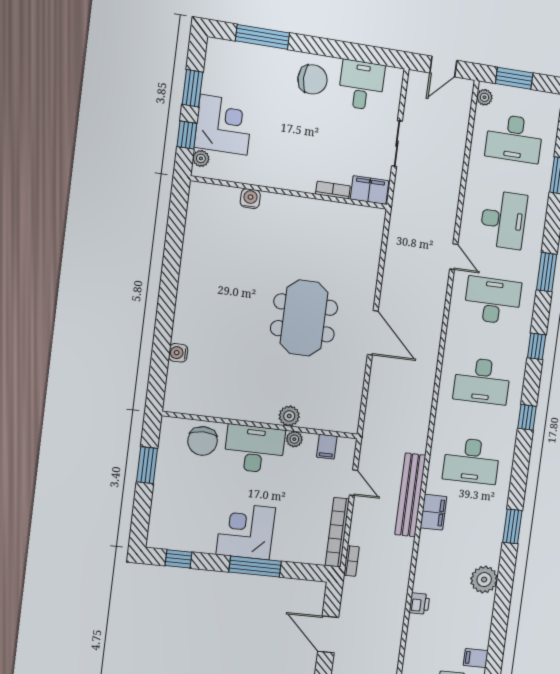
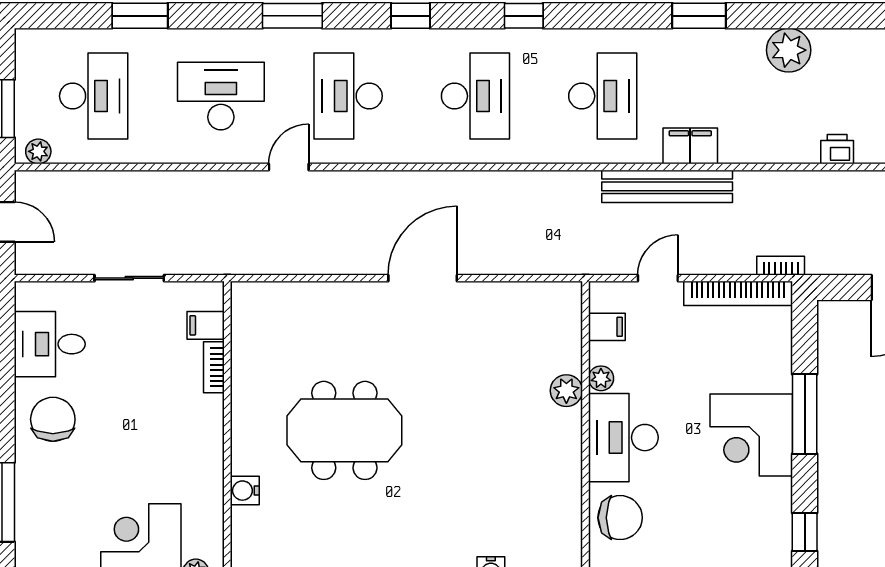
filing cabinet: (369, 190) -> (206, 325), width x0.50
meeting table: (304, 318) -> (344, 430), moved

